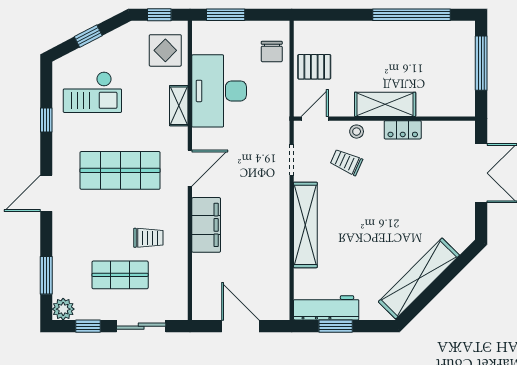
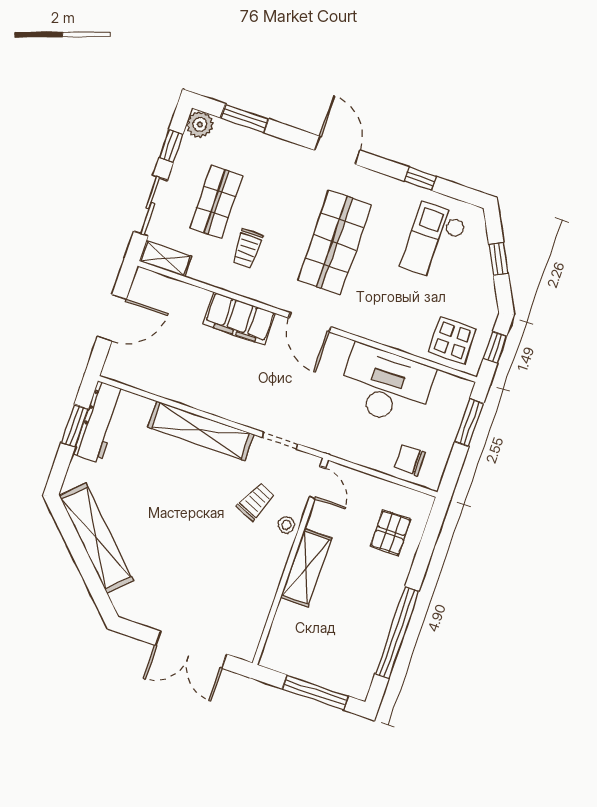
pallet: (314, 67) -> (390, 533), moved
shelving: (179, 106) -> (165, 259), moved
locker: (403, 130) -> (270, 578), removed

